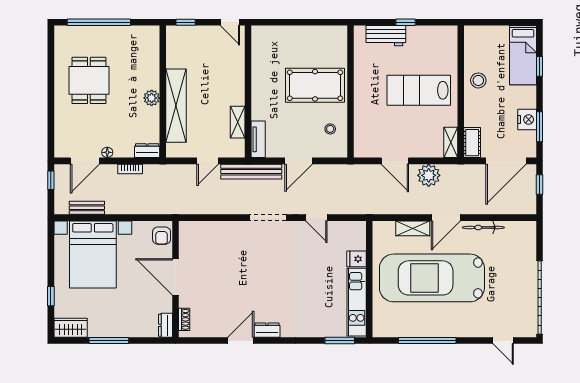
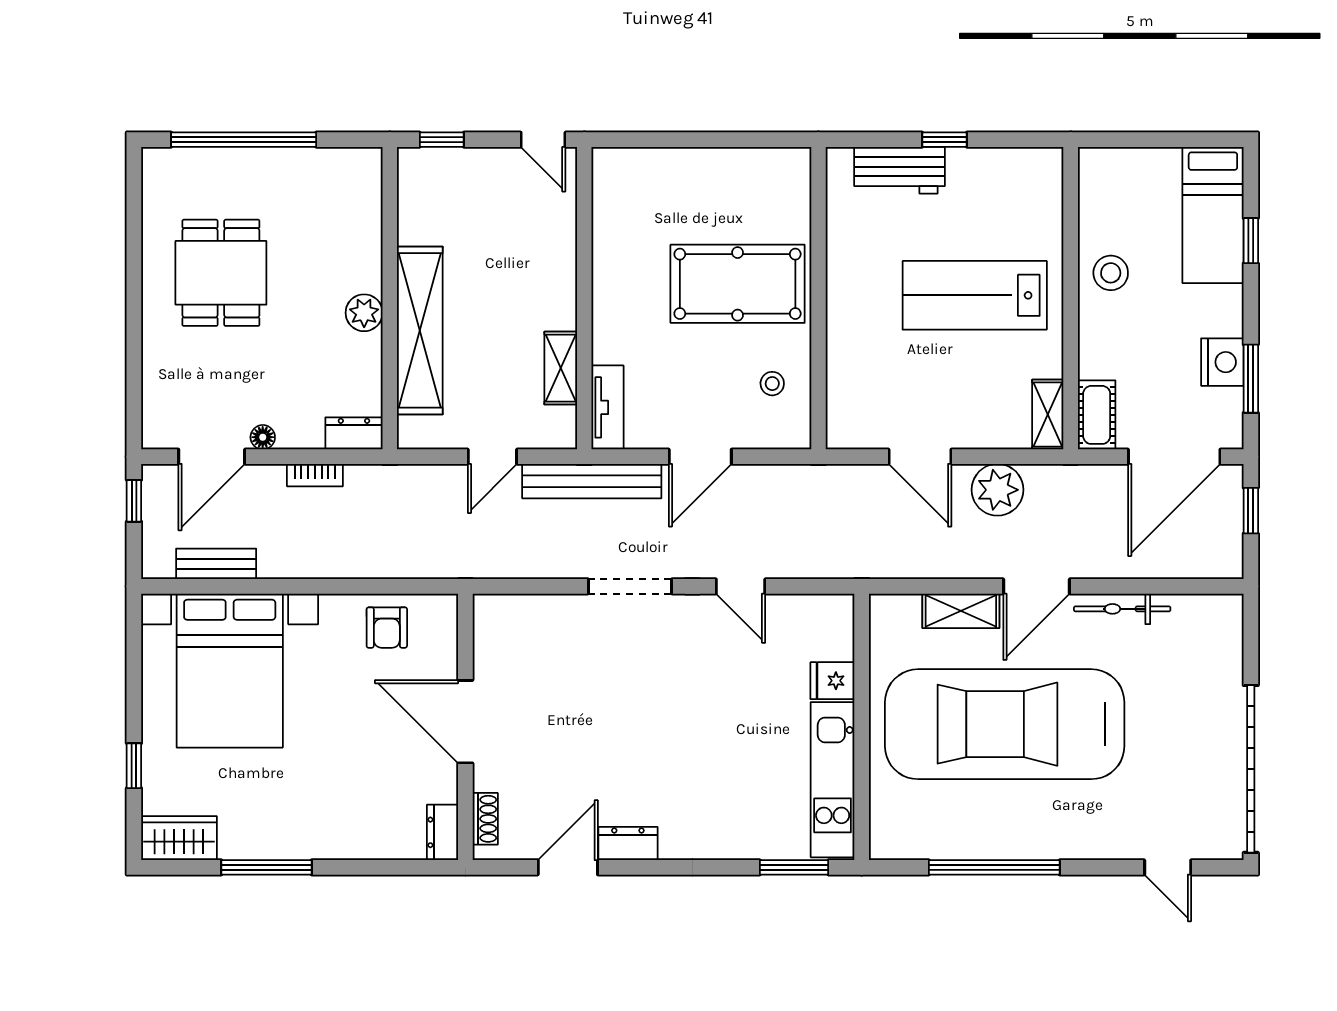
door: (175, 277) -> (465, 722), moved
wall: (175, 279) -> (465, 727), moved
shoe rack: (184, 319) -> (485, 819), moved
dresser: (165, 325) -> (443, 832), moved

